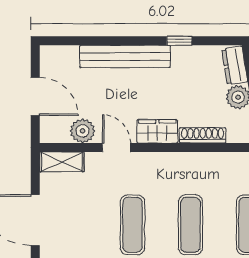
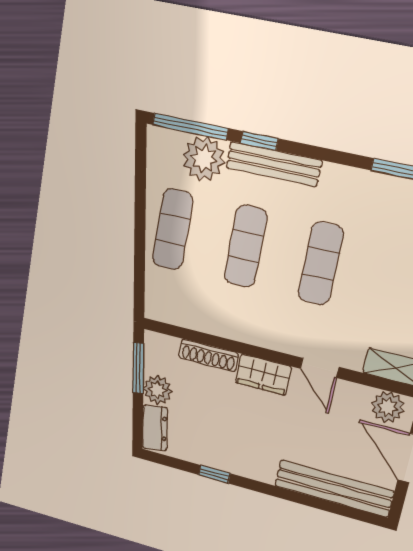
bench: (125, 56) -> (334, 488), moved
plant: (83, 131) -> (388, 407), moved

